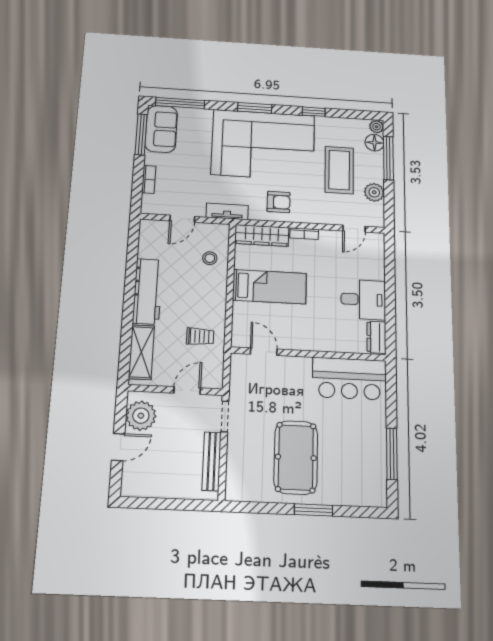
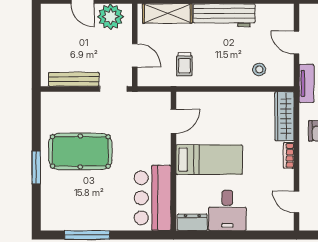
bed: (270, 287) -> (209, 160), moved, turned -90

